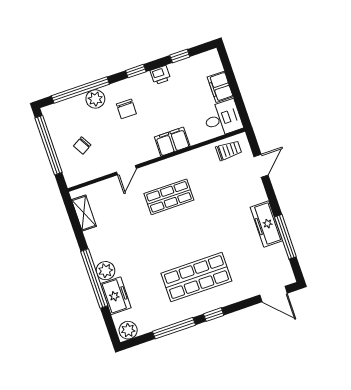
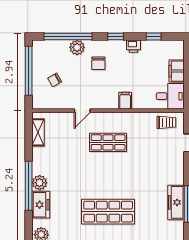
filing cabinet: (172, 142) -> (125, 101), width x0.50
freezer: (266, 224) -> (176, 202), moved

